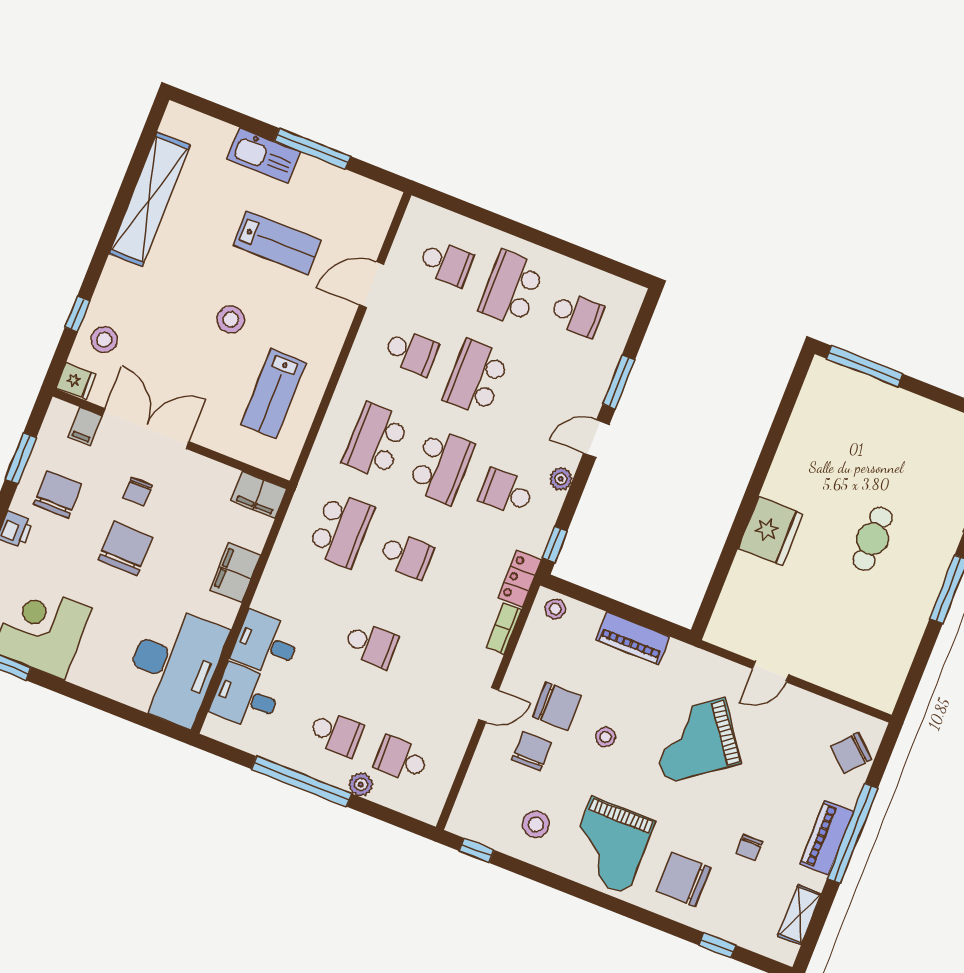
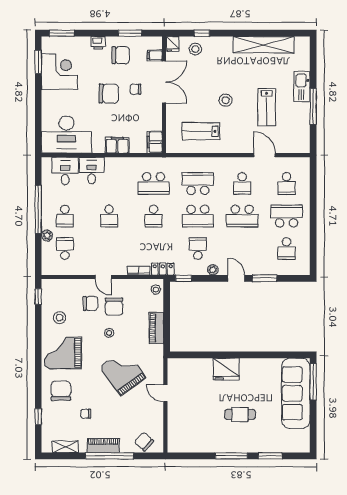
school desk: (476, 378) -> (242, 216), turned 180
sofa: (874, 410) -> (296, 393), added

